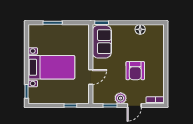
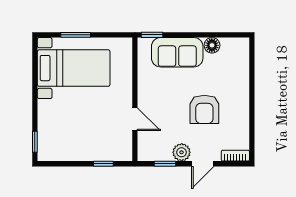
sofa: (102, 42) -> (177, 52), moved, turned 90
bed with nightstands: (51, 67) -> (74, 68), moved
door: (91, 77) -> (135, 119), hinge flipped

